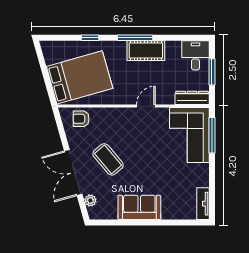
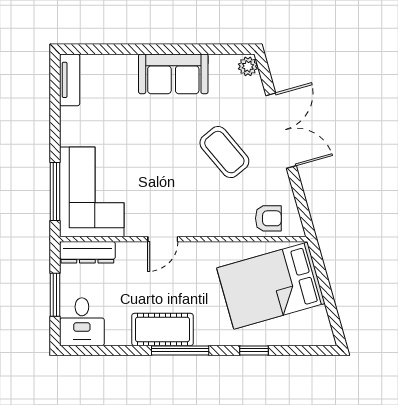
plant: (90, 200) -> (248, 66), moved

